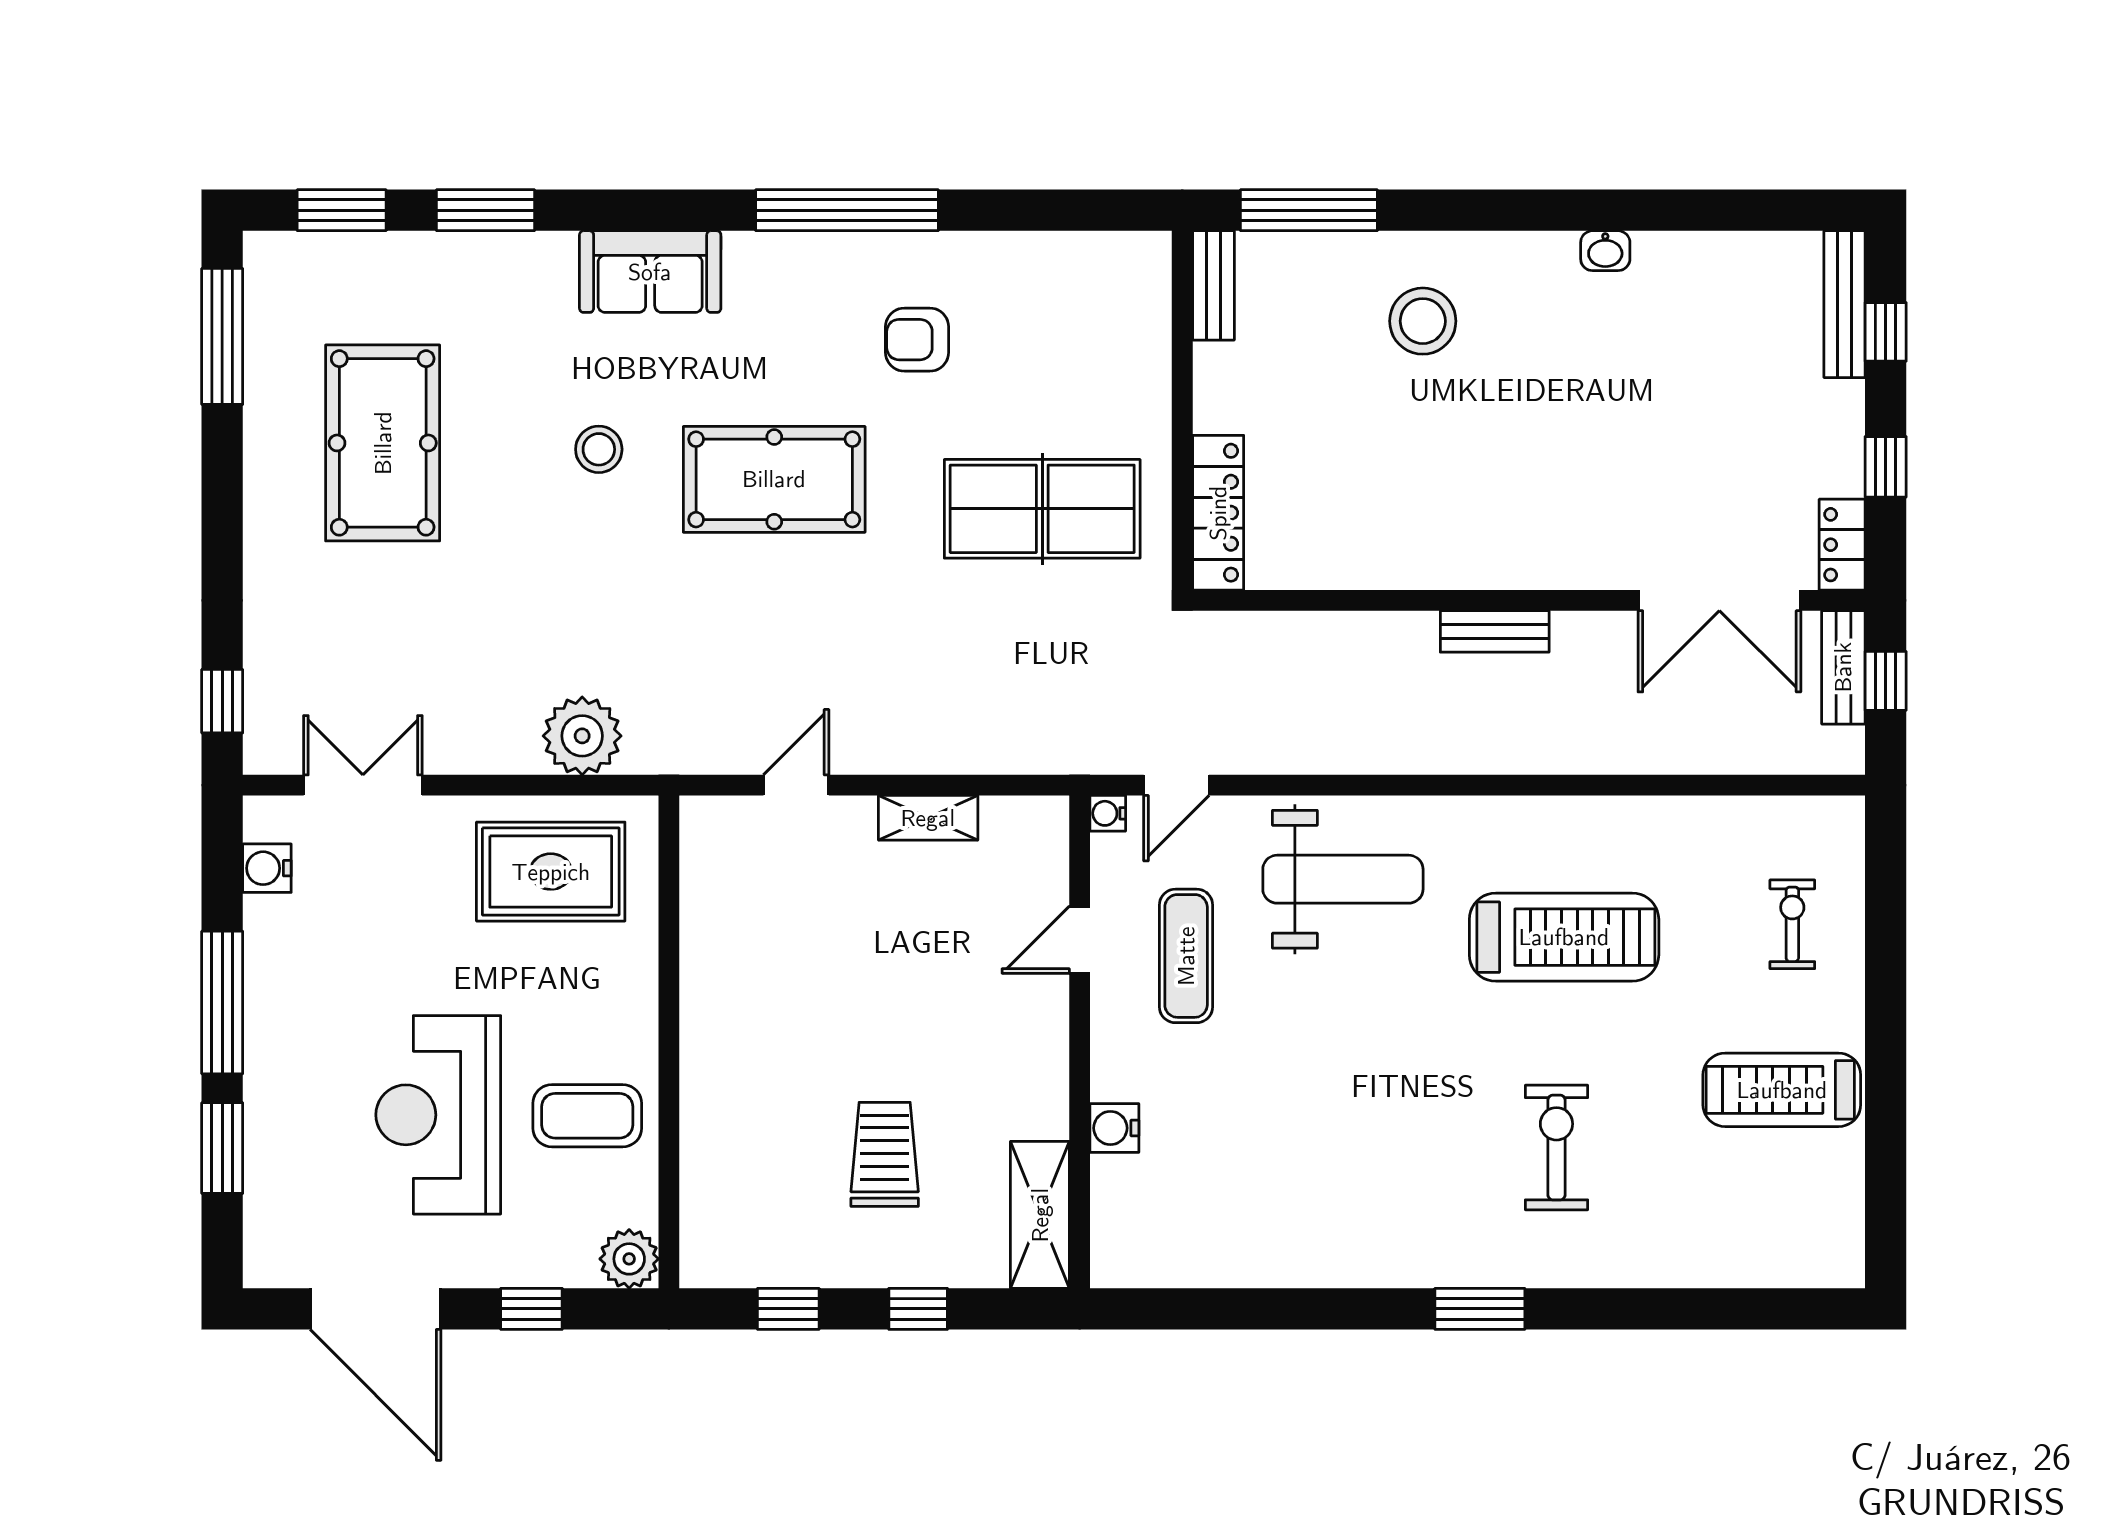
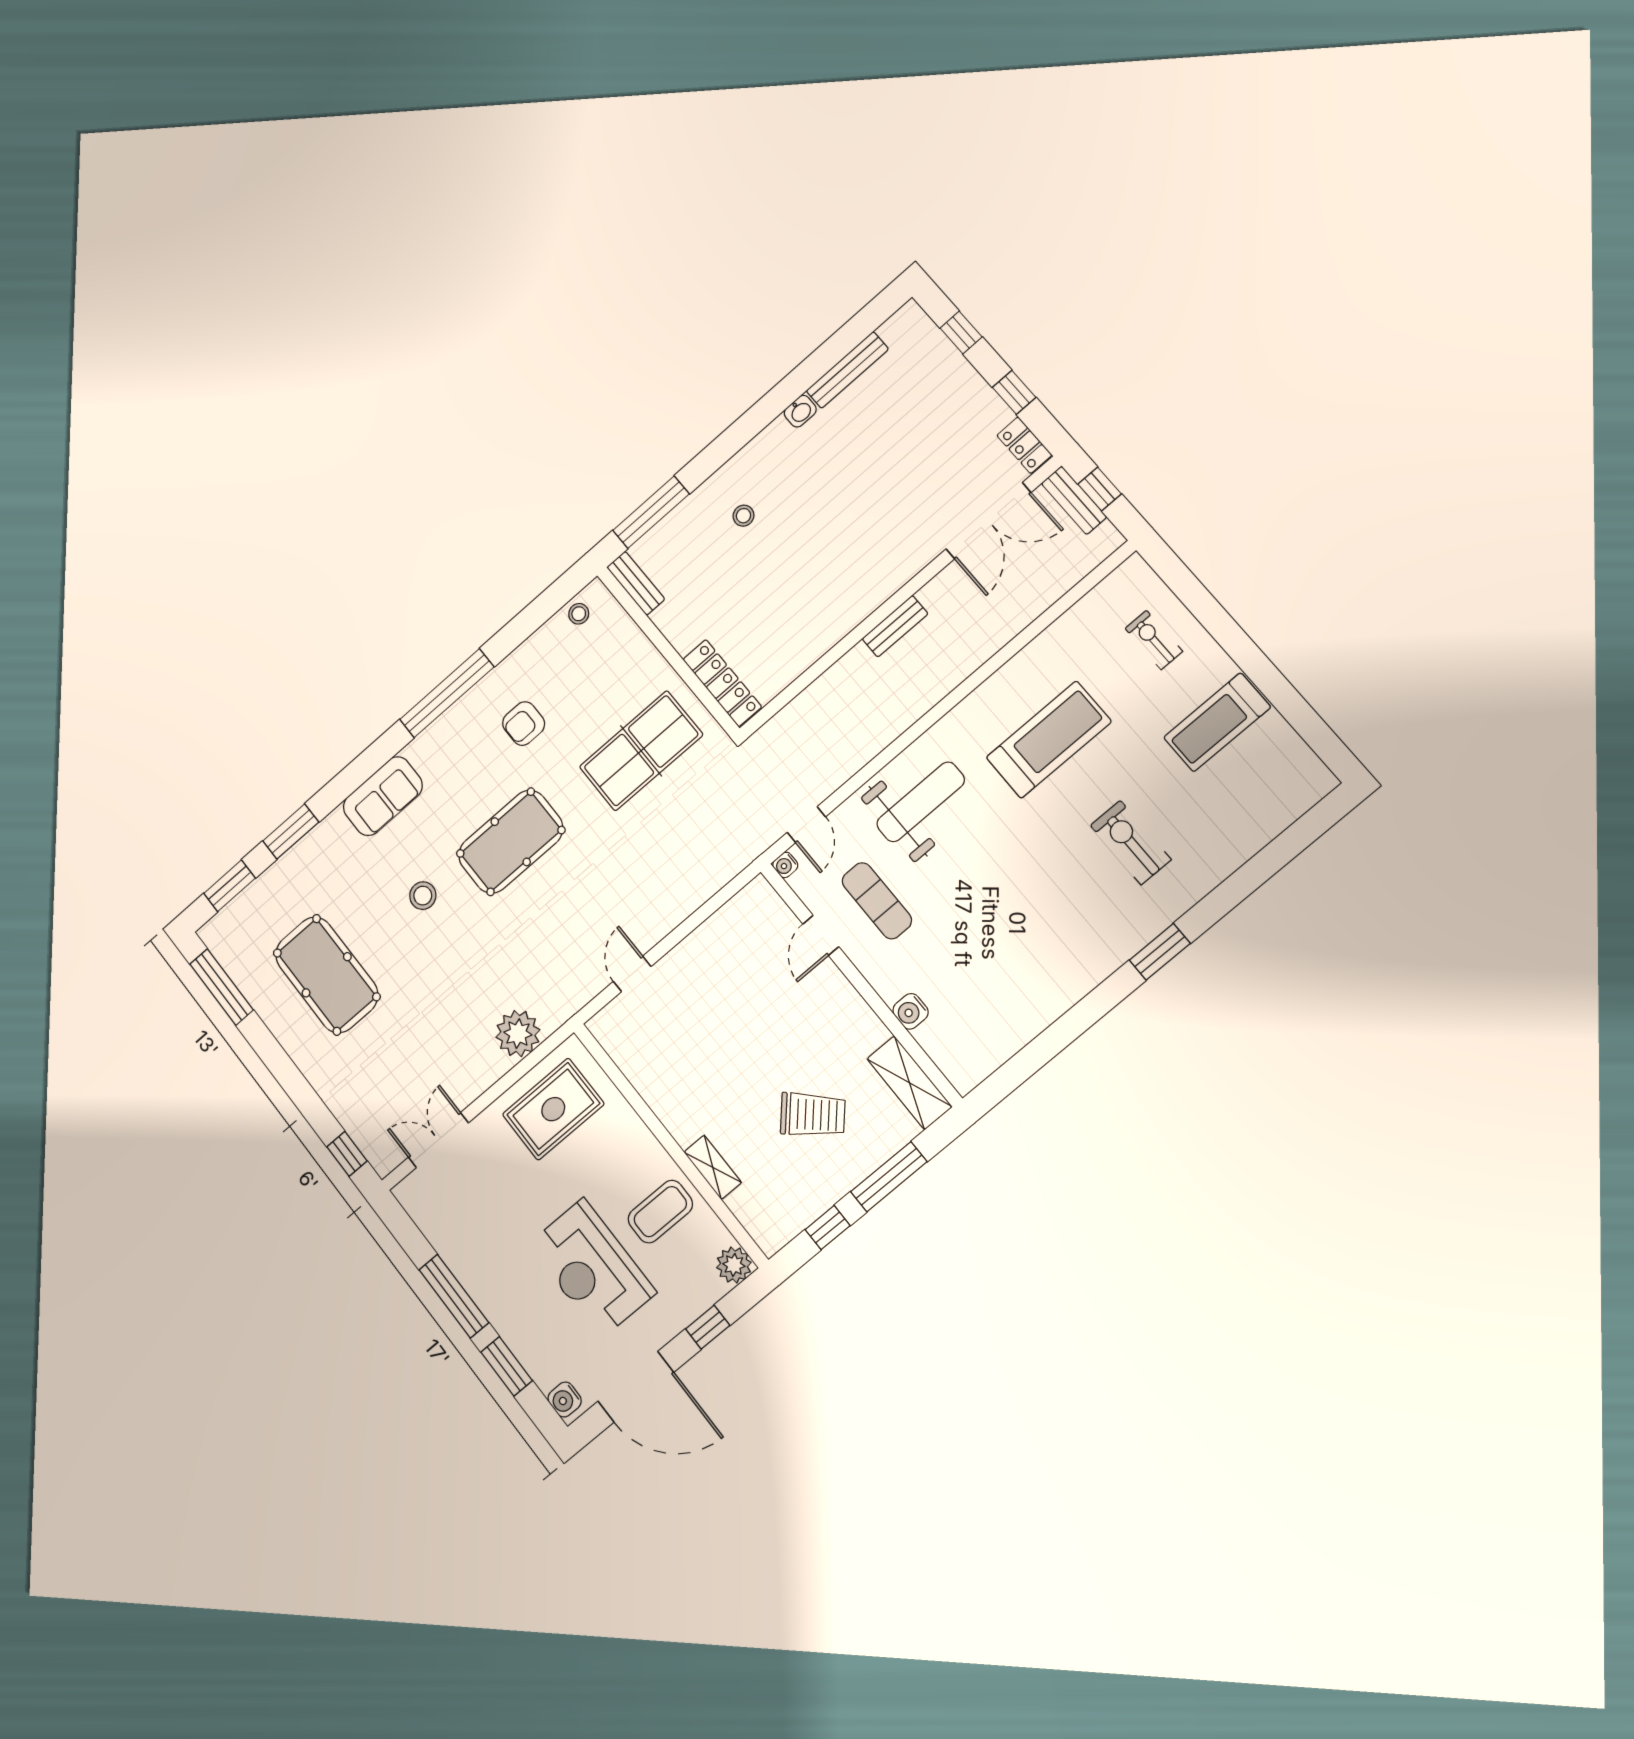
stool: (1107, 259) -> (579, 614), added
bench: (1845, 304) -> (847, 370), moved, turned 90
stool: (1423, 321) -> (743, 516), width x0.53, depth x0.53
shelving: (928, 818) -> (713, 1167), moved, turned 90
water cooler: (267, 868) -> (565, 1400), moved
trolley: (885, 1154) -> (813, 1115), turned 132
window: (918, 1309) -> (889, 1177), width x2.17

